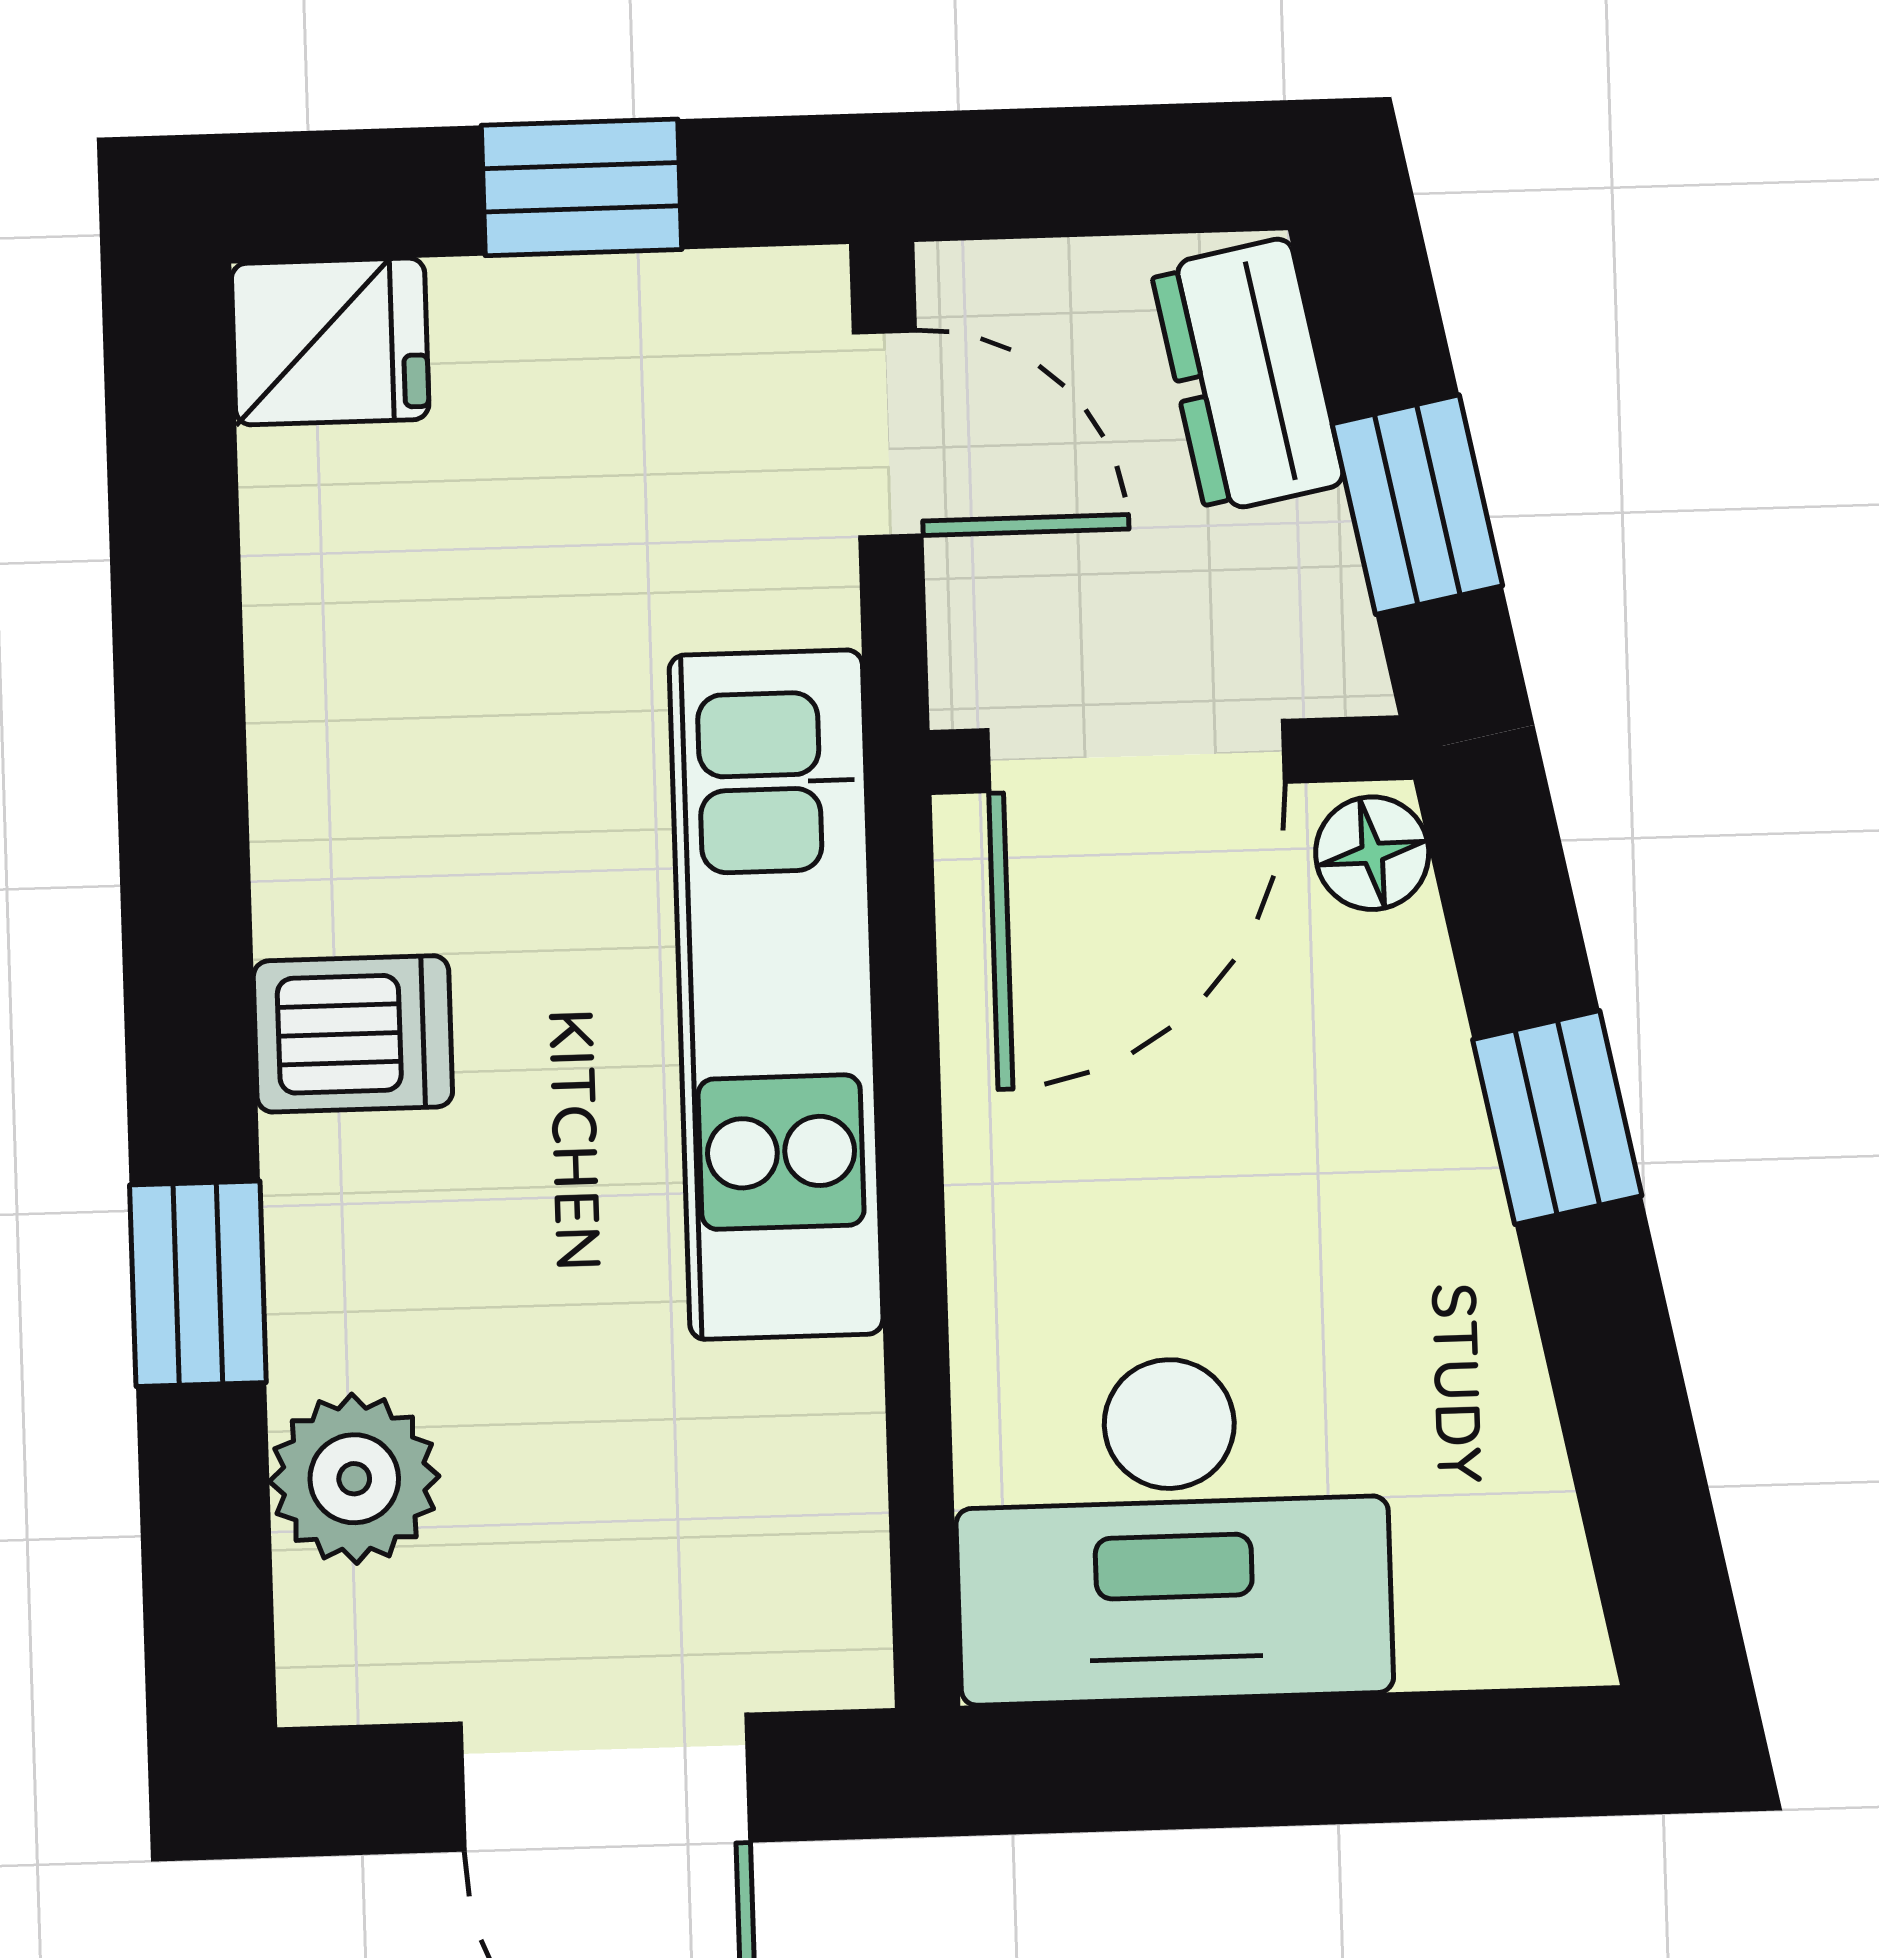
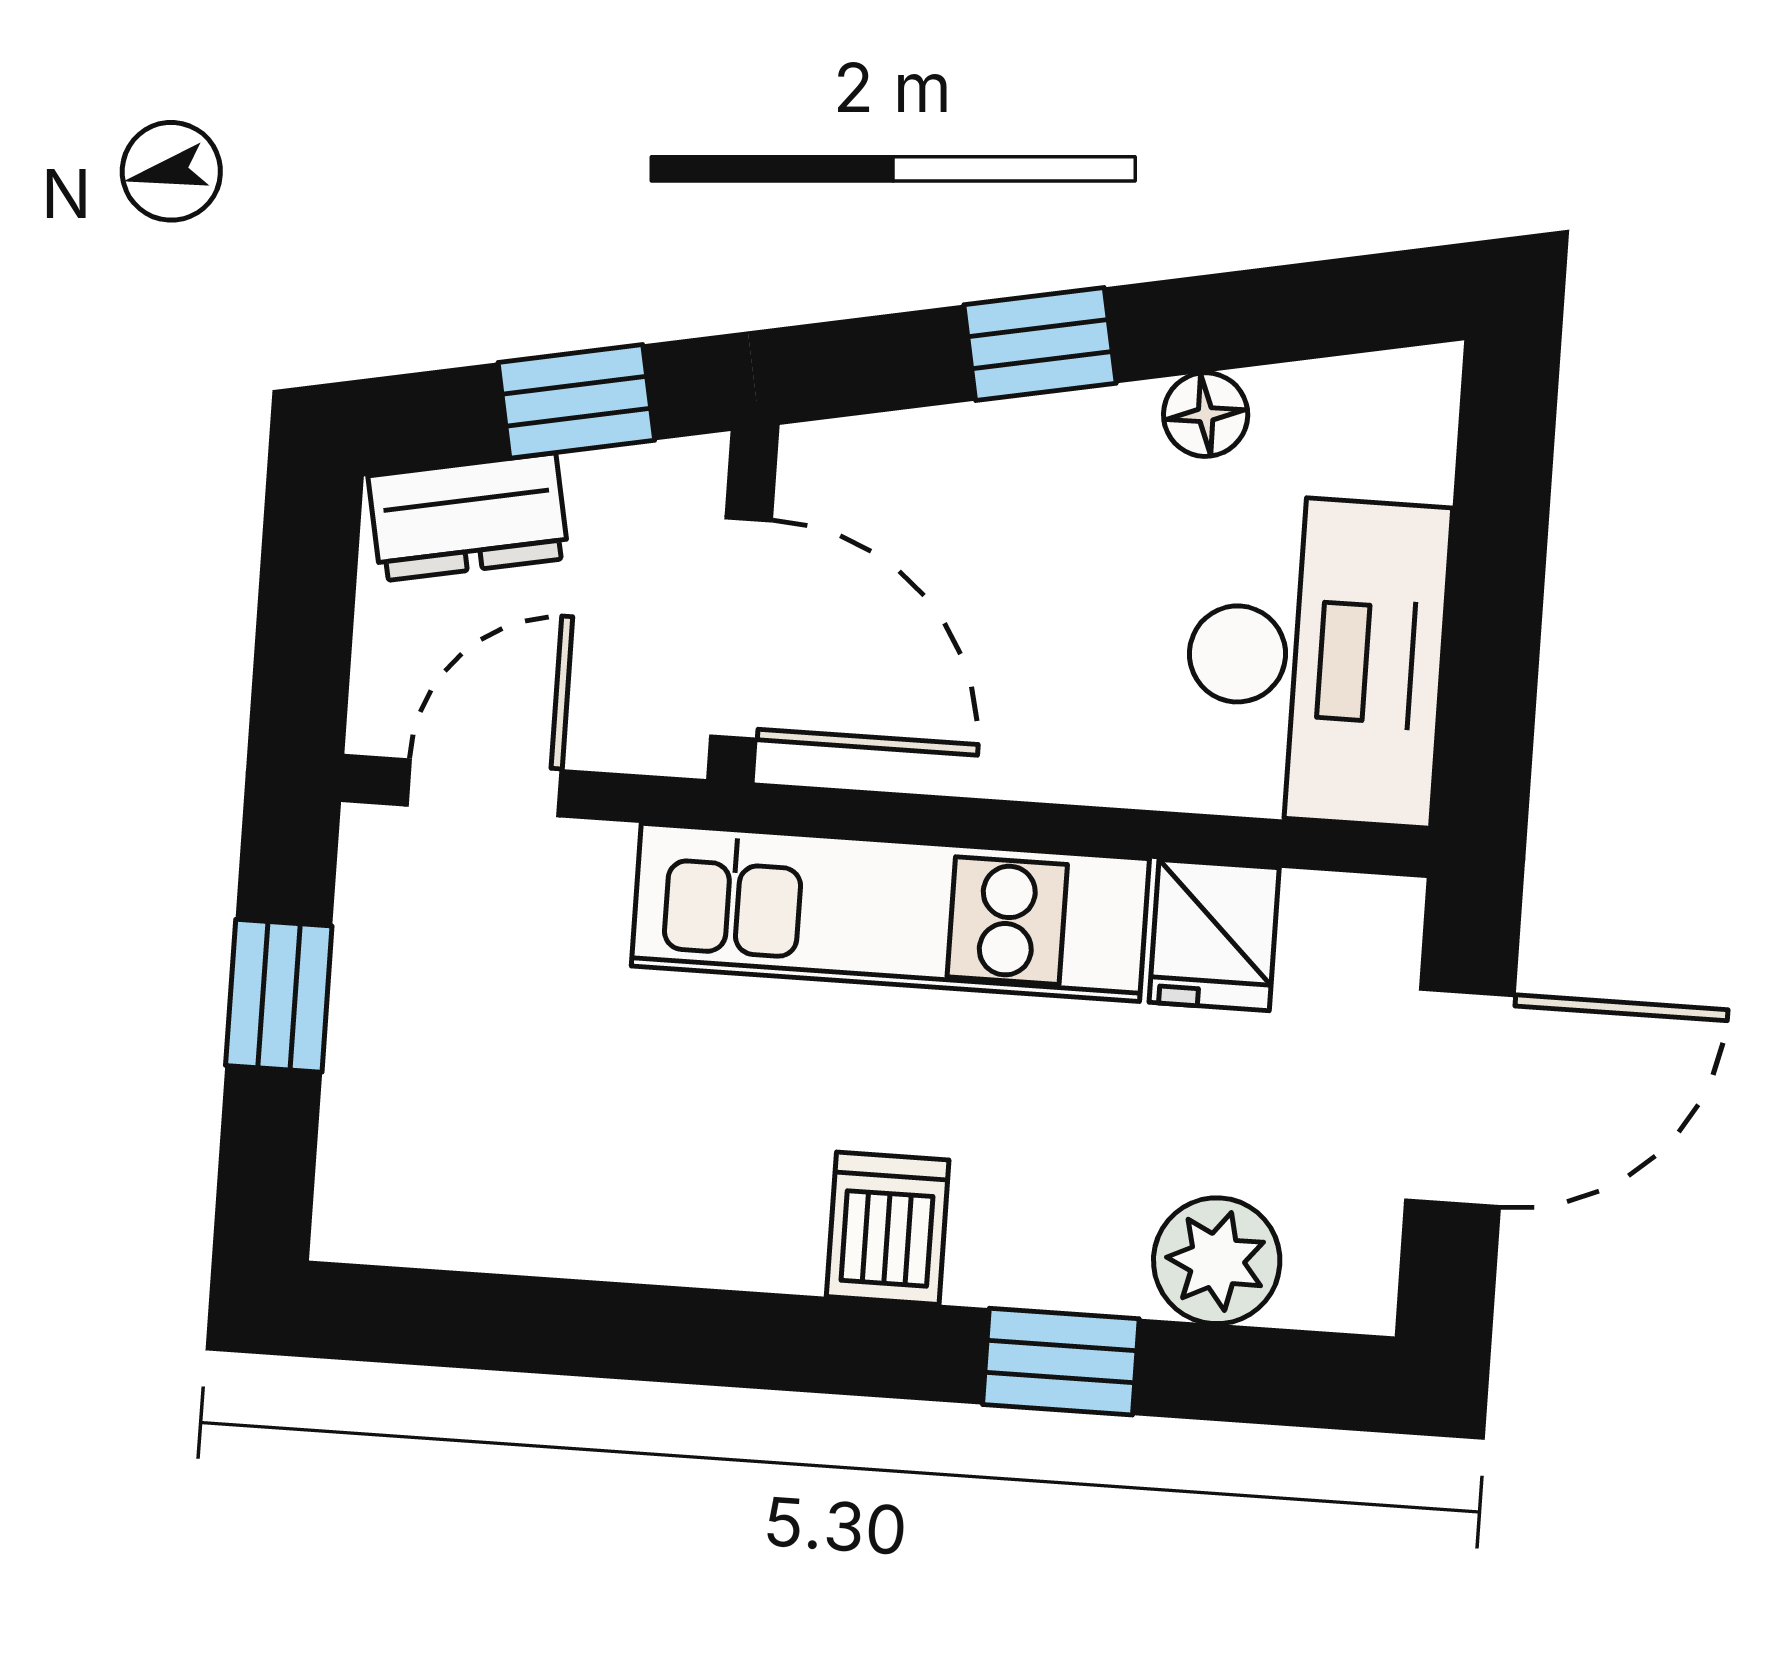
fridge: (330, 341) -> (1214, 935), moved, turned 180
floor lamp: (1372, 853) -> (1206, 415), moved

